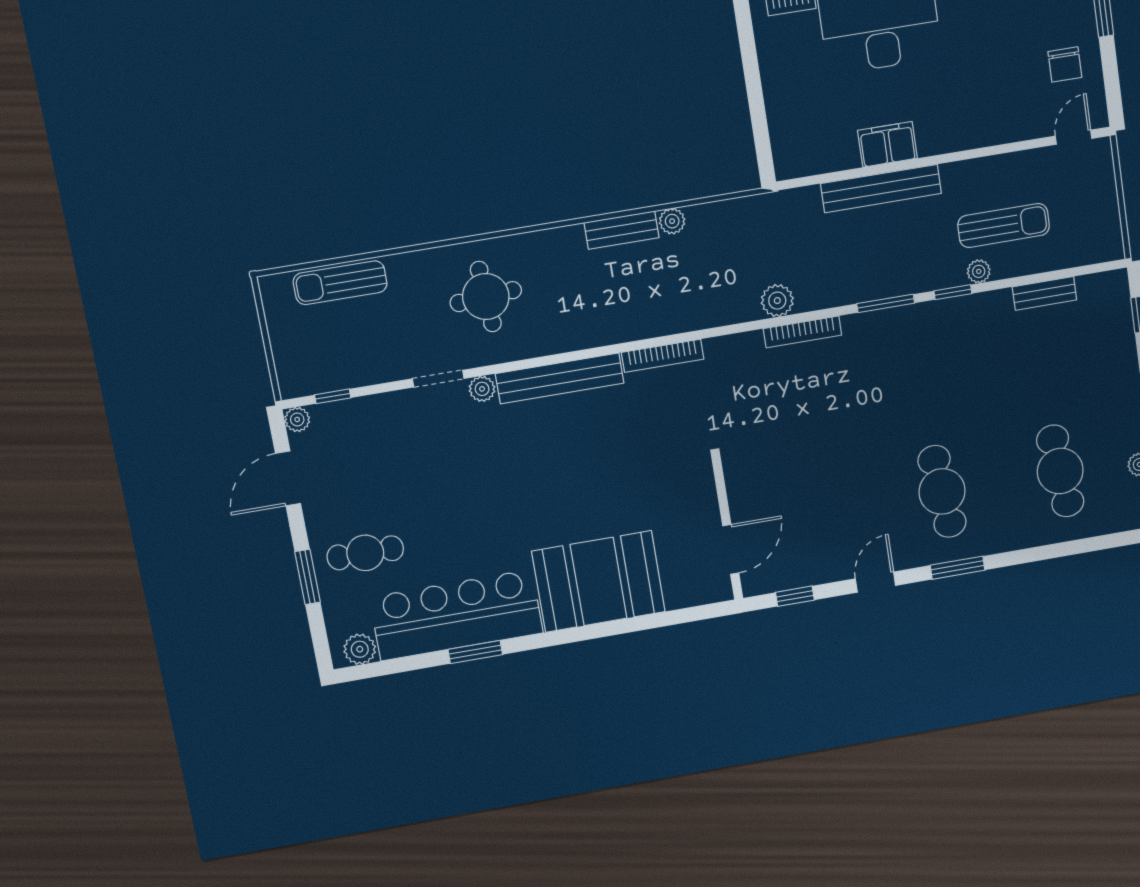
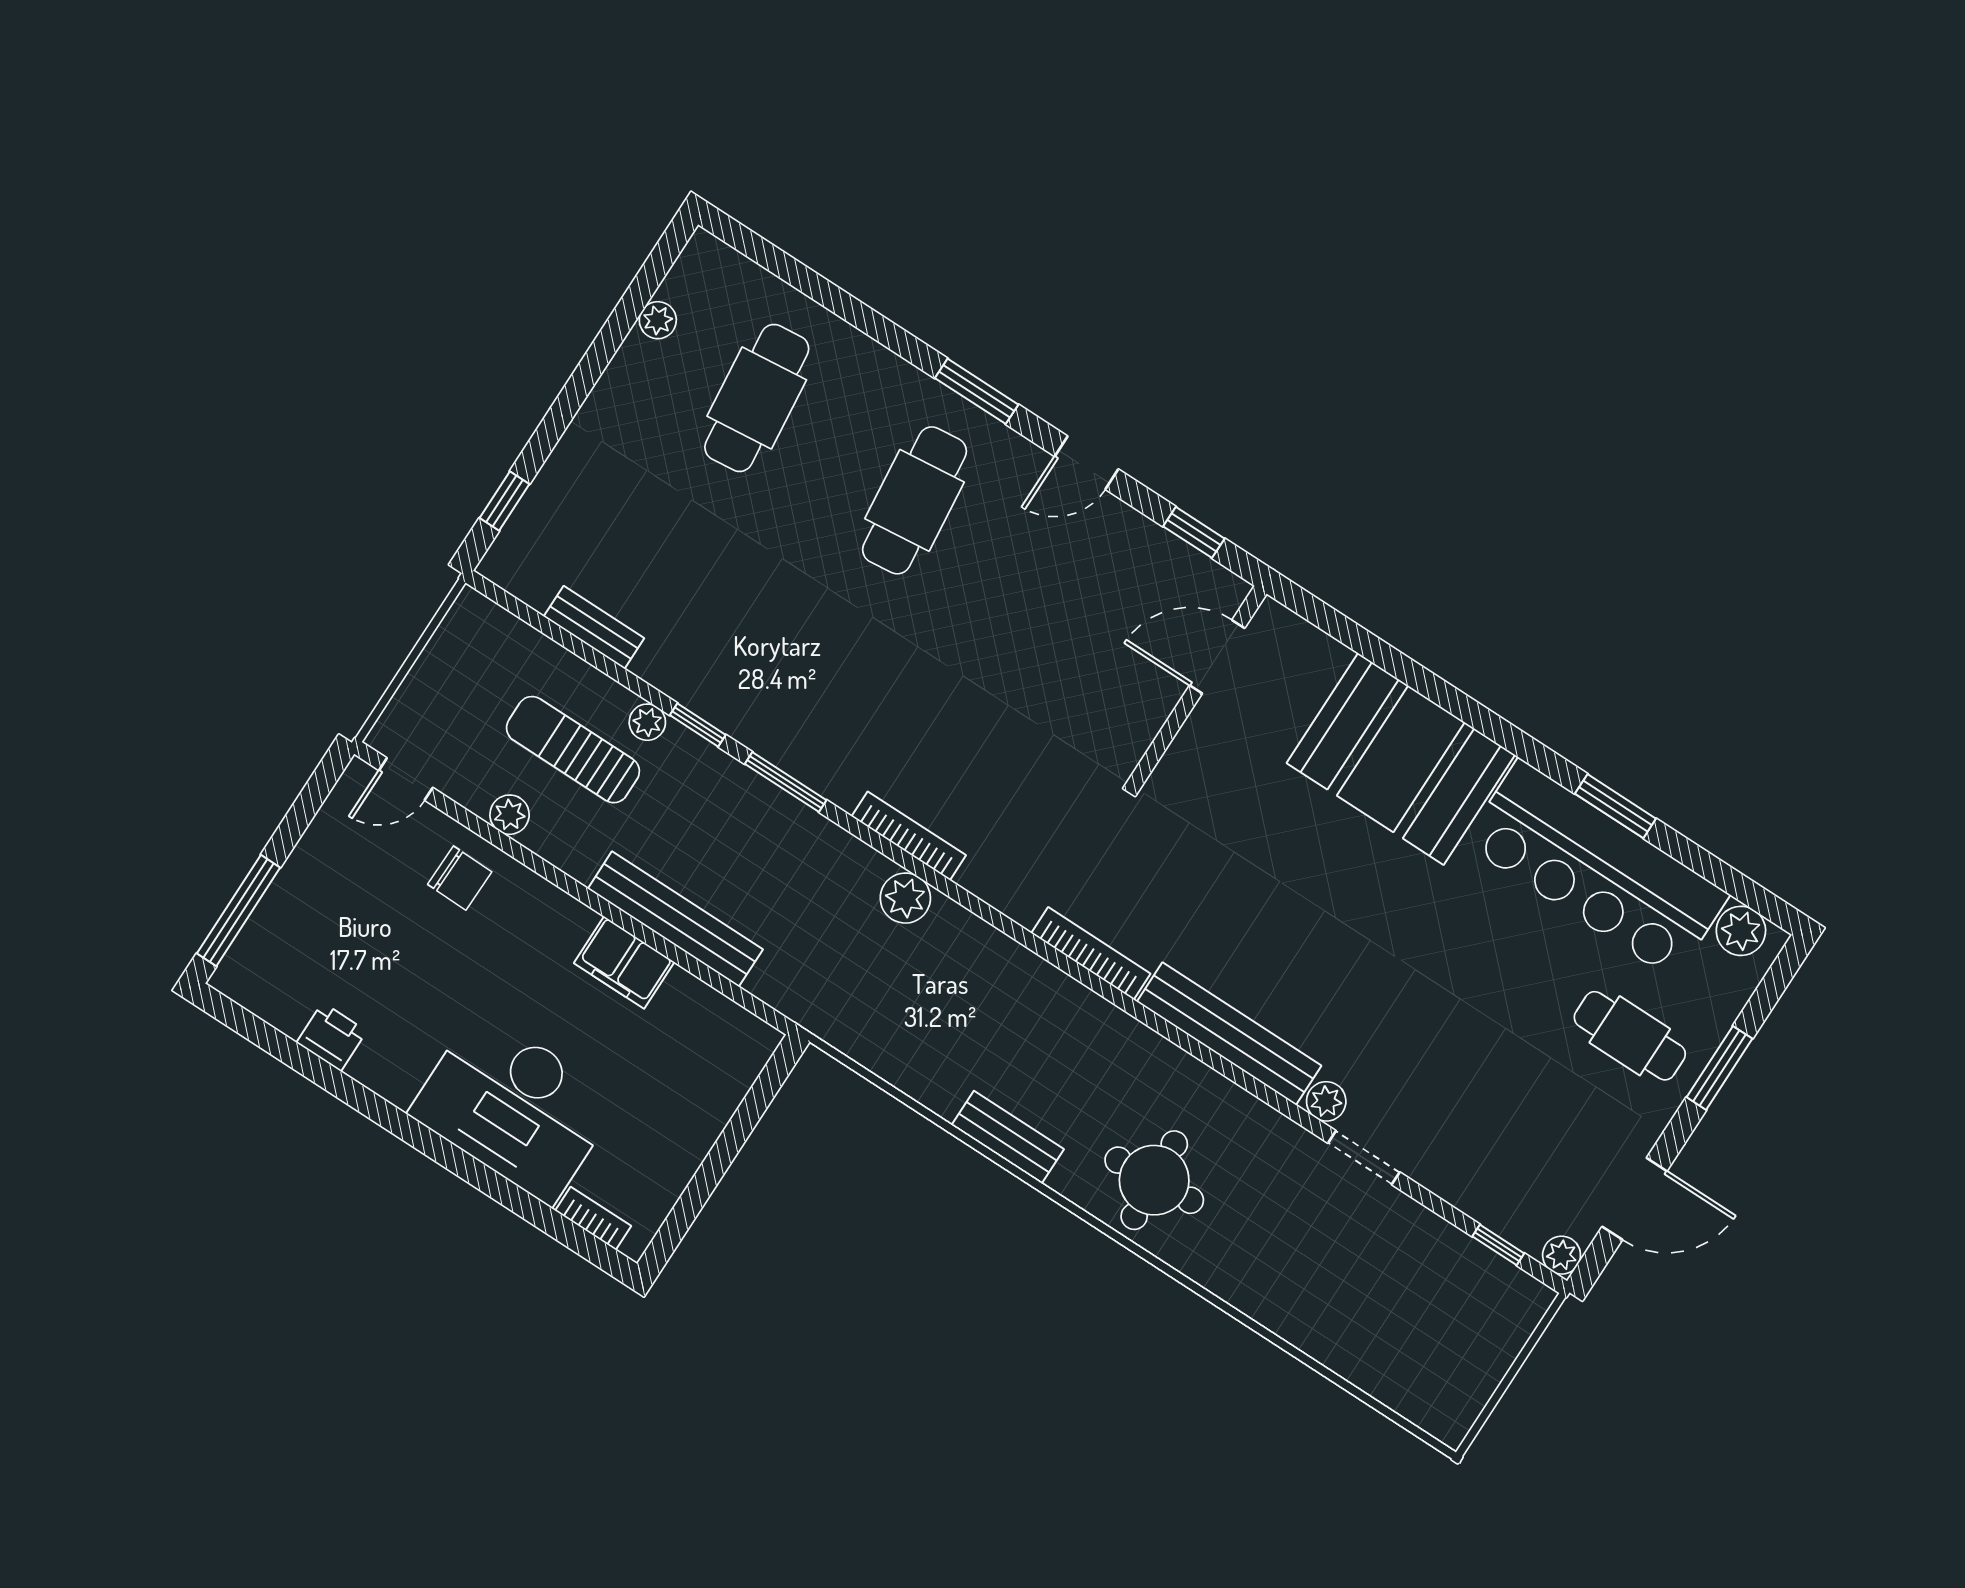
chair: (1065, 64) -> (460, 878), moved, turned 91
plant: (672, 221) -> (510, 815), moved
sun lounger: (340, 283) -> (1371, 1362), removed
round table: (486, 297) -> (1154, 1180), moved

